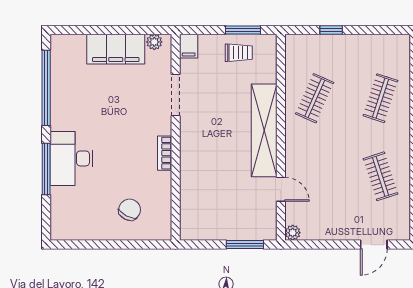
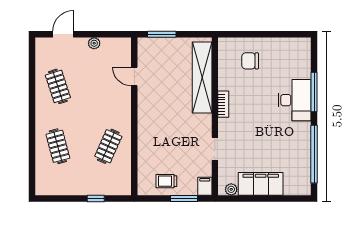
window: (243, 30) -> (184, 199), moved
doorway: (176, 95) -> (215, 149), width x0.73
clothes rail: (381, 98) -> (58, 146), turned -33
shelving: (264, 130) -> (202, 77), moved
chair: (130, 210) -> (250, 61), turned 63
plant: (293, 233) -> (94, 43), moved

